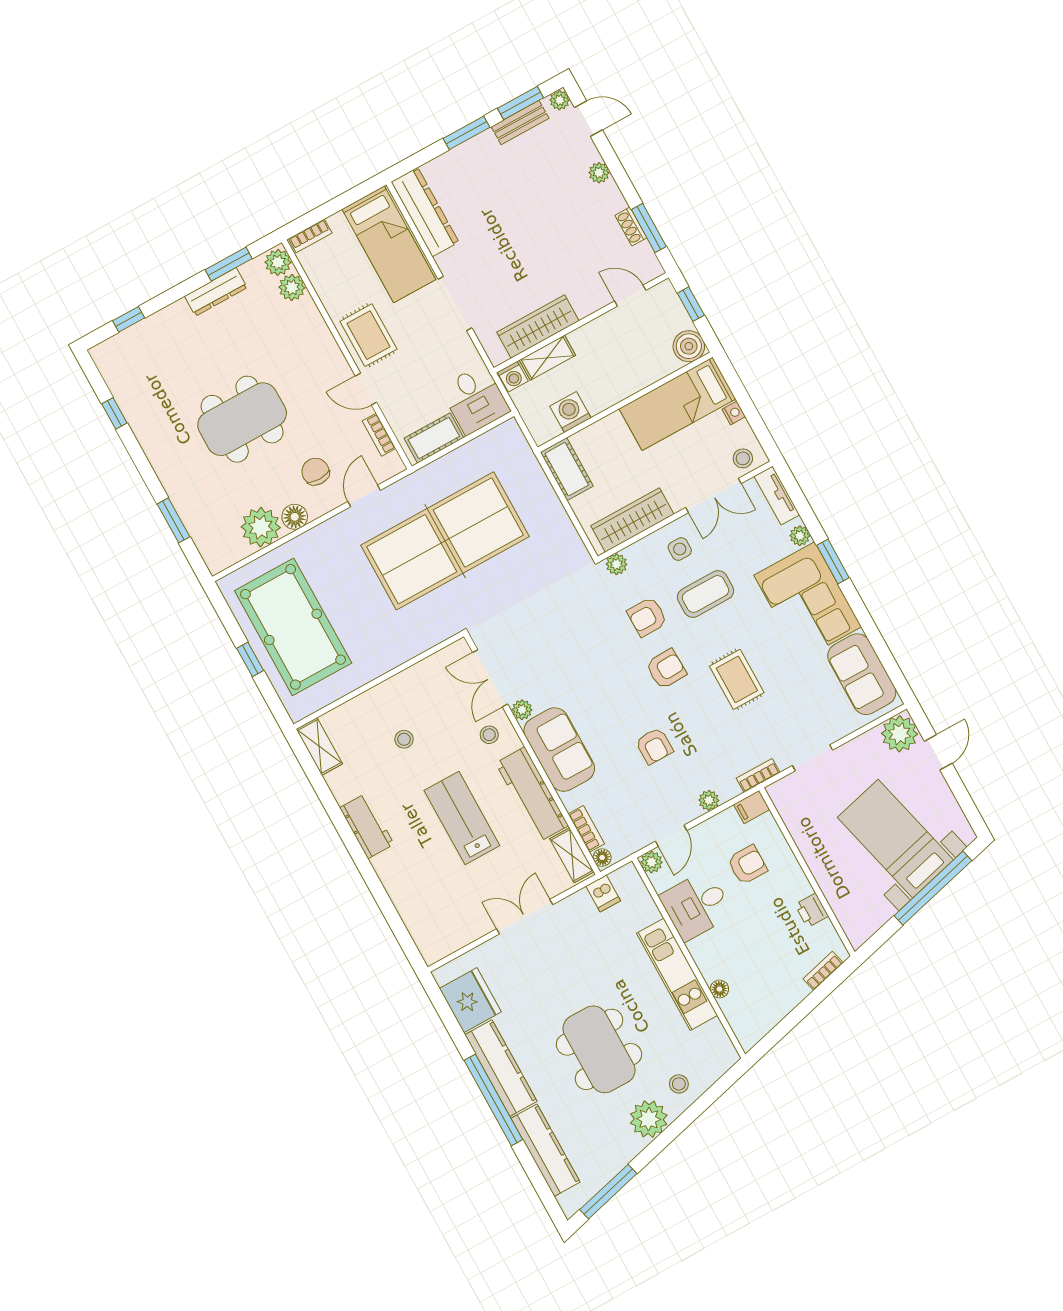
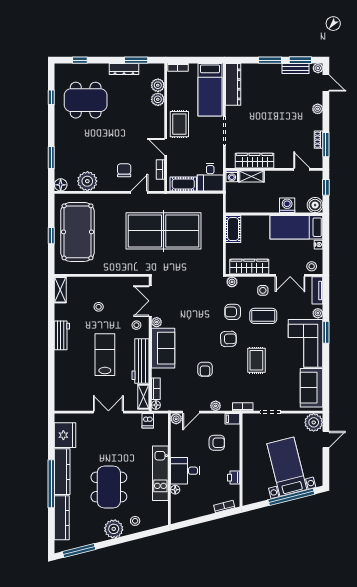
plant: (278, 262) -> (158, 99), moved
washing machine: (570, 412) -> (287, 205), moved
dining table: (242, 419) -> (86, 100), moved
floor lamp: (295, 517) -> (61, 185), moved
desk: (696, 905) -> (185, 471), moved

